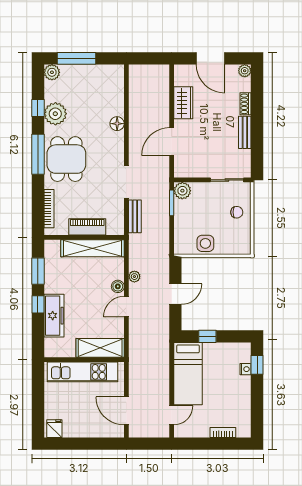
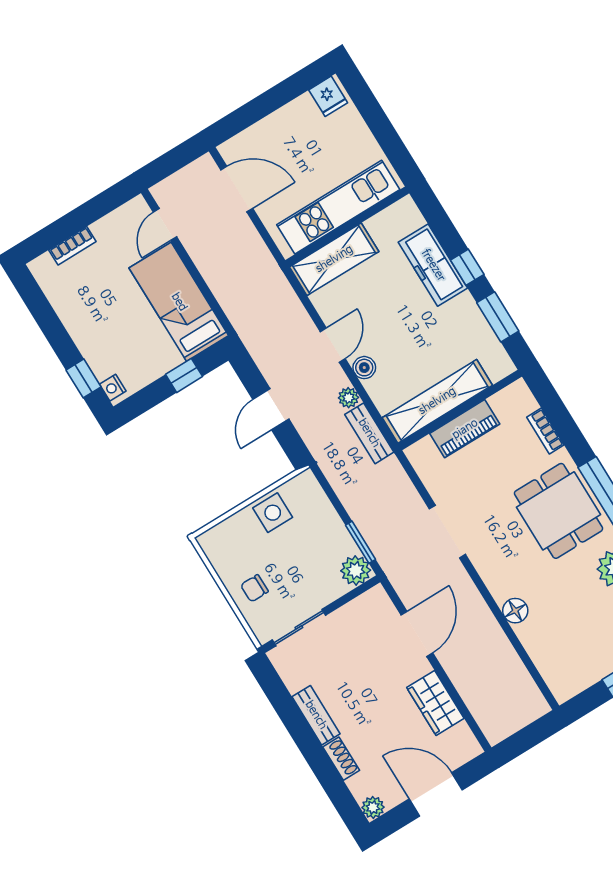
bookcase: (49, 209) -> (545, 431), width x0.64
bench: (135, 216) -> (369, 433), moved
nightstand: (246, 369) -> (113, 388), moved

